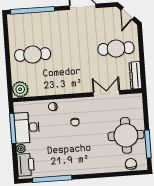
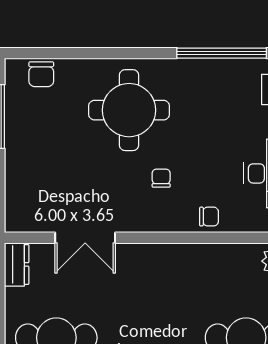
dresser: (135, 75) -> (17, 264), width x0.70
round table: (126, 135) -> (129, 110), moved

